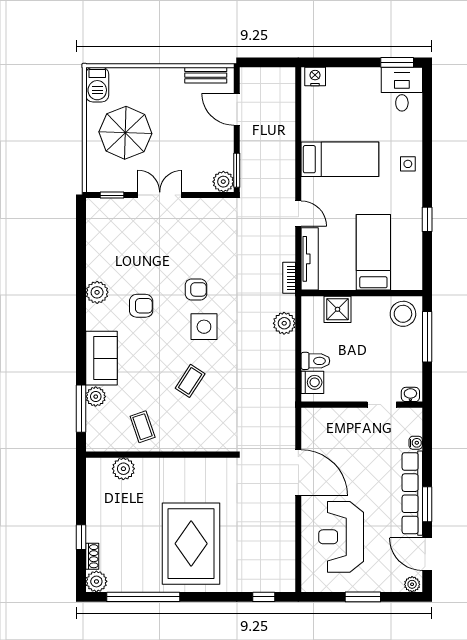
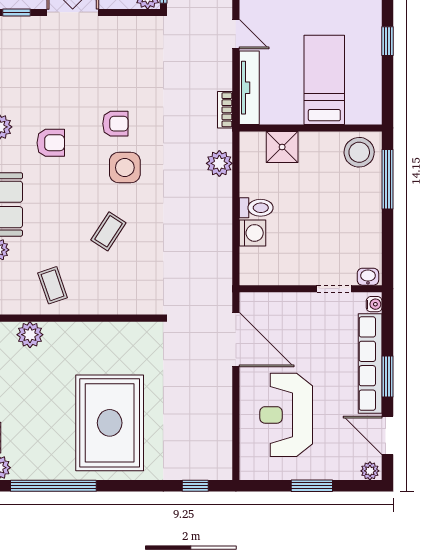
washbasin: (410, 394) -> (368, 277), moved
wall: (362, 405) -> (311, 289), moved
doorway: (382, 405) -> (334, 289), moved

